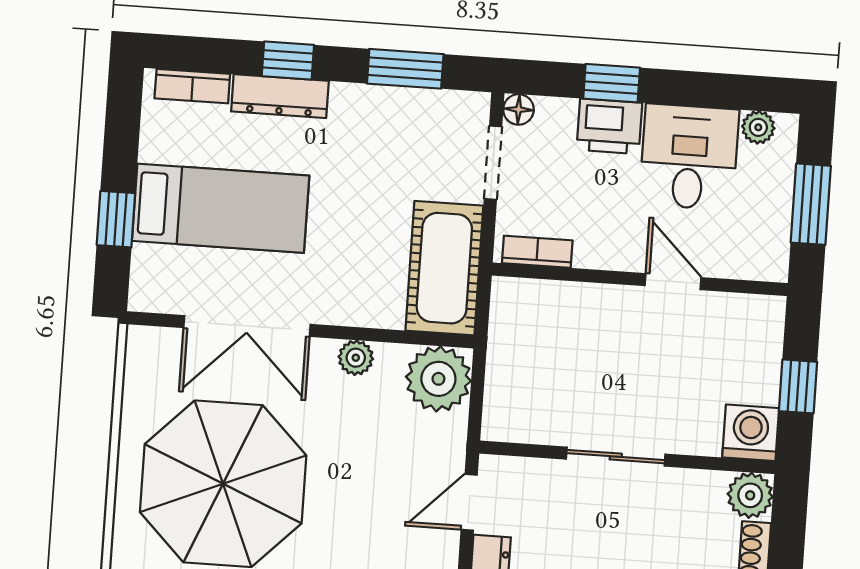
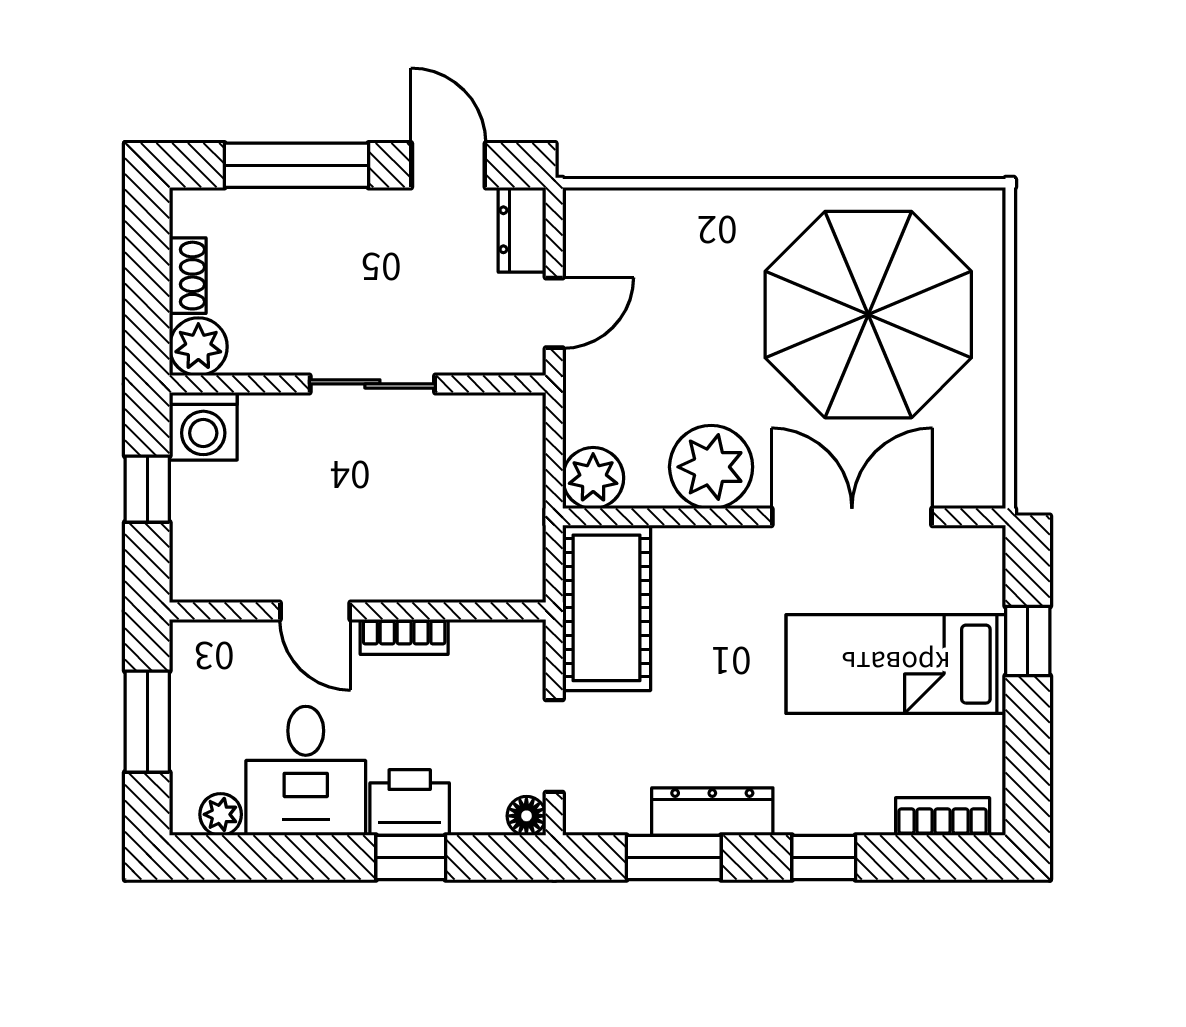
dresser: (280, 96) -> (712, 812), moved
bookcase: (537, 252) -> (404, 637), moved
plant: (356, 358) -> (711, 467), width x1.88, depth x1.88
plant: (438, 379) -> (593, 478), width x0.73, depth x0.73

